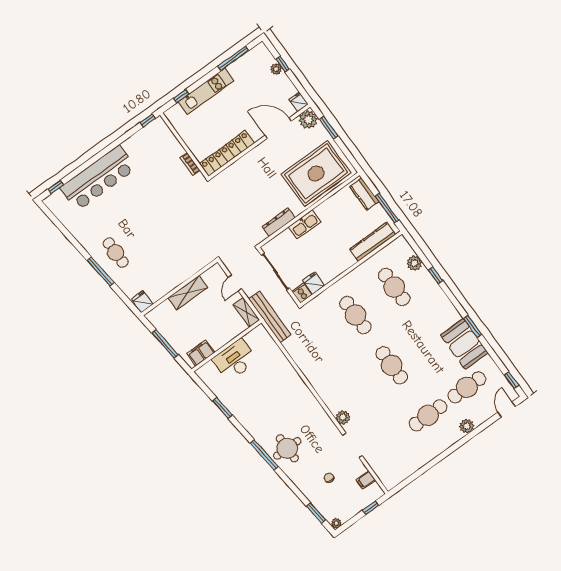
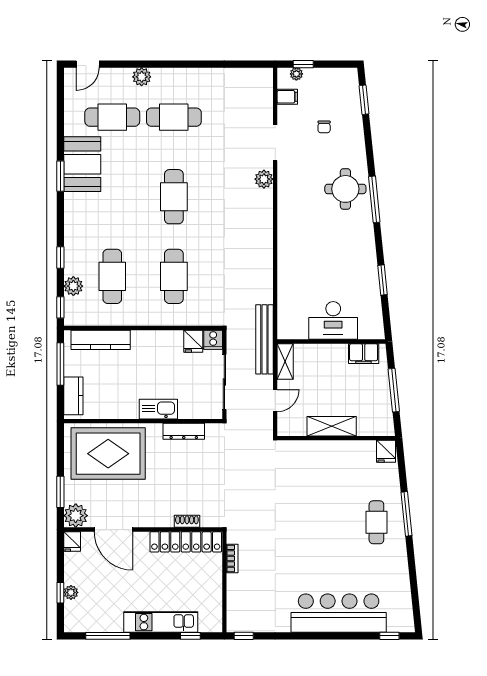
shoe rack: (235, 167) -> (187, 521), added
window: (511, 380) -> (60, 307), moved
plant: (336, 523) -> (296, 74), moved

